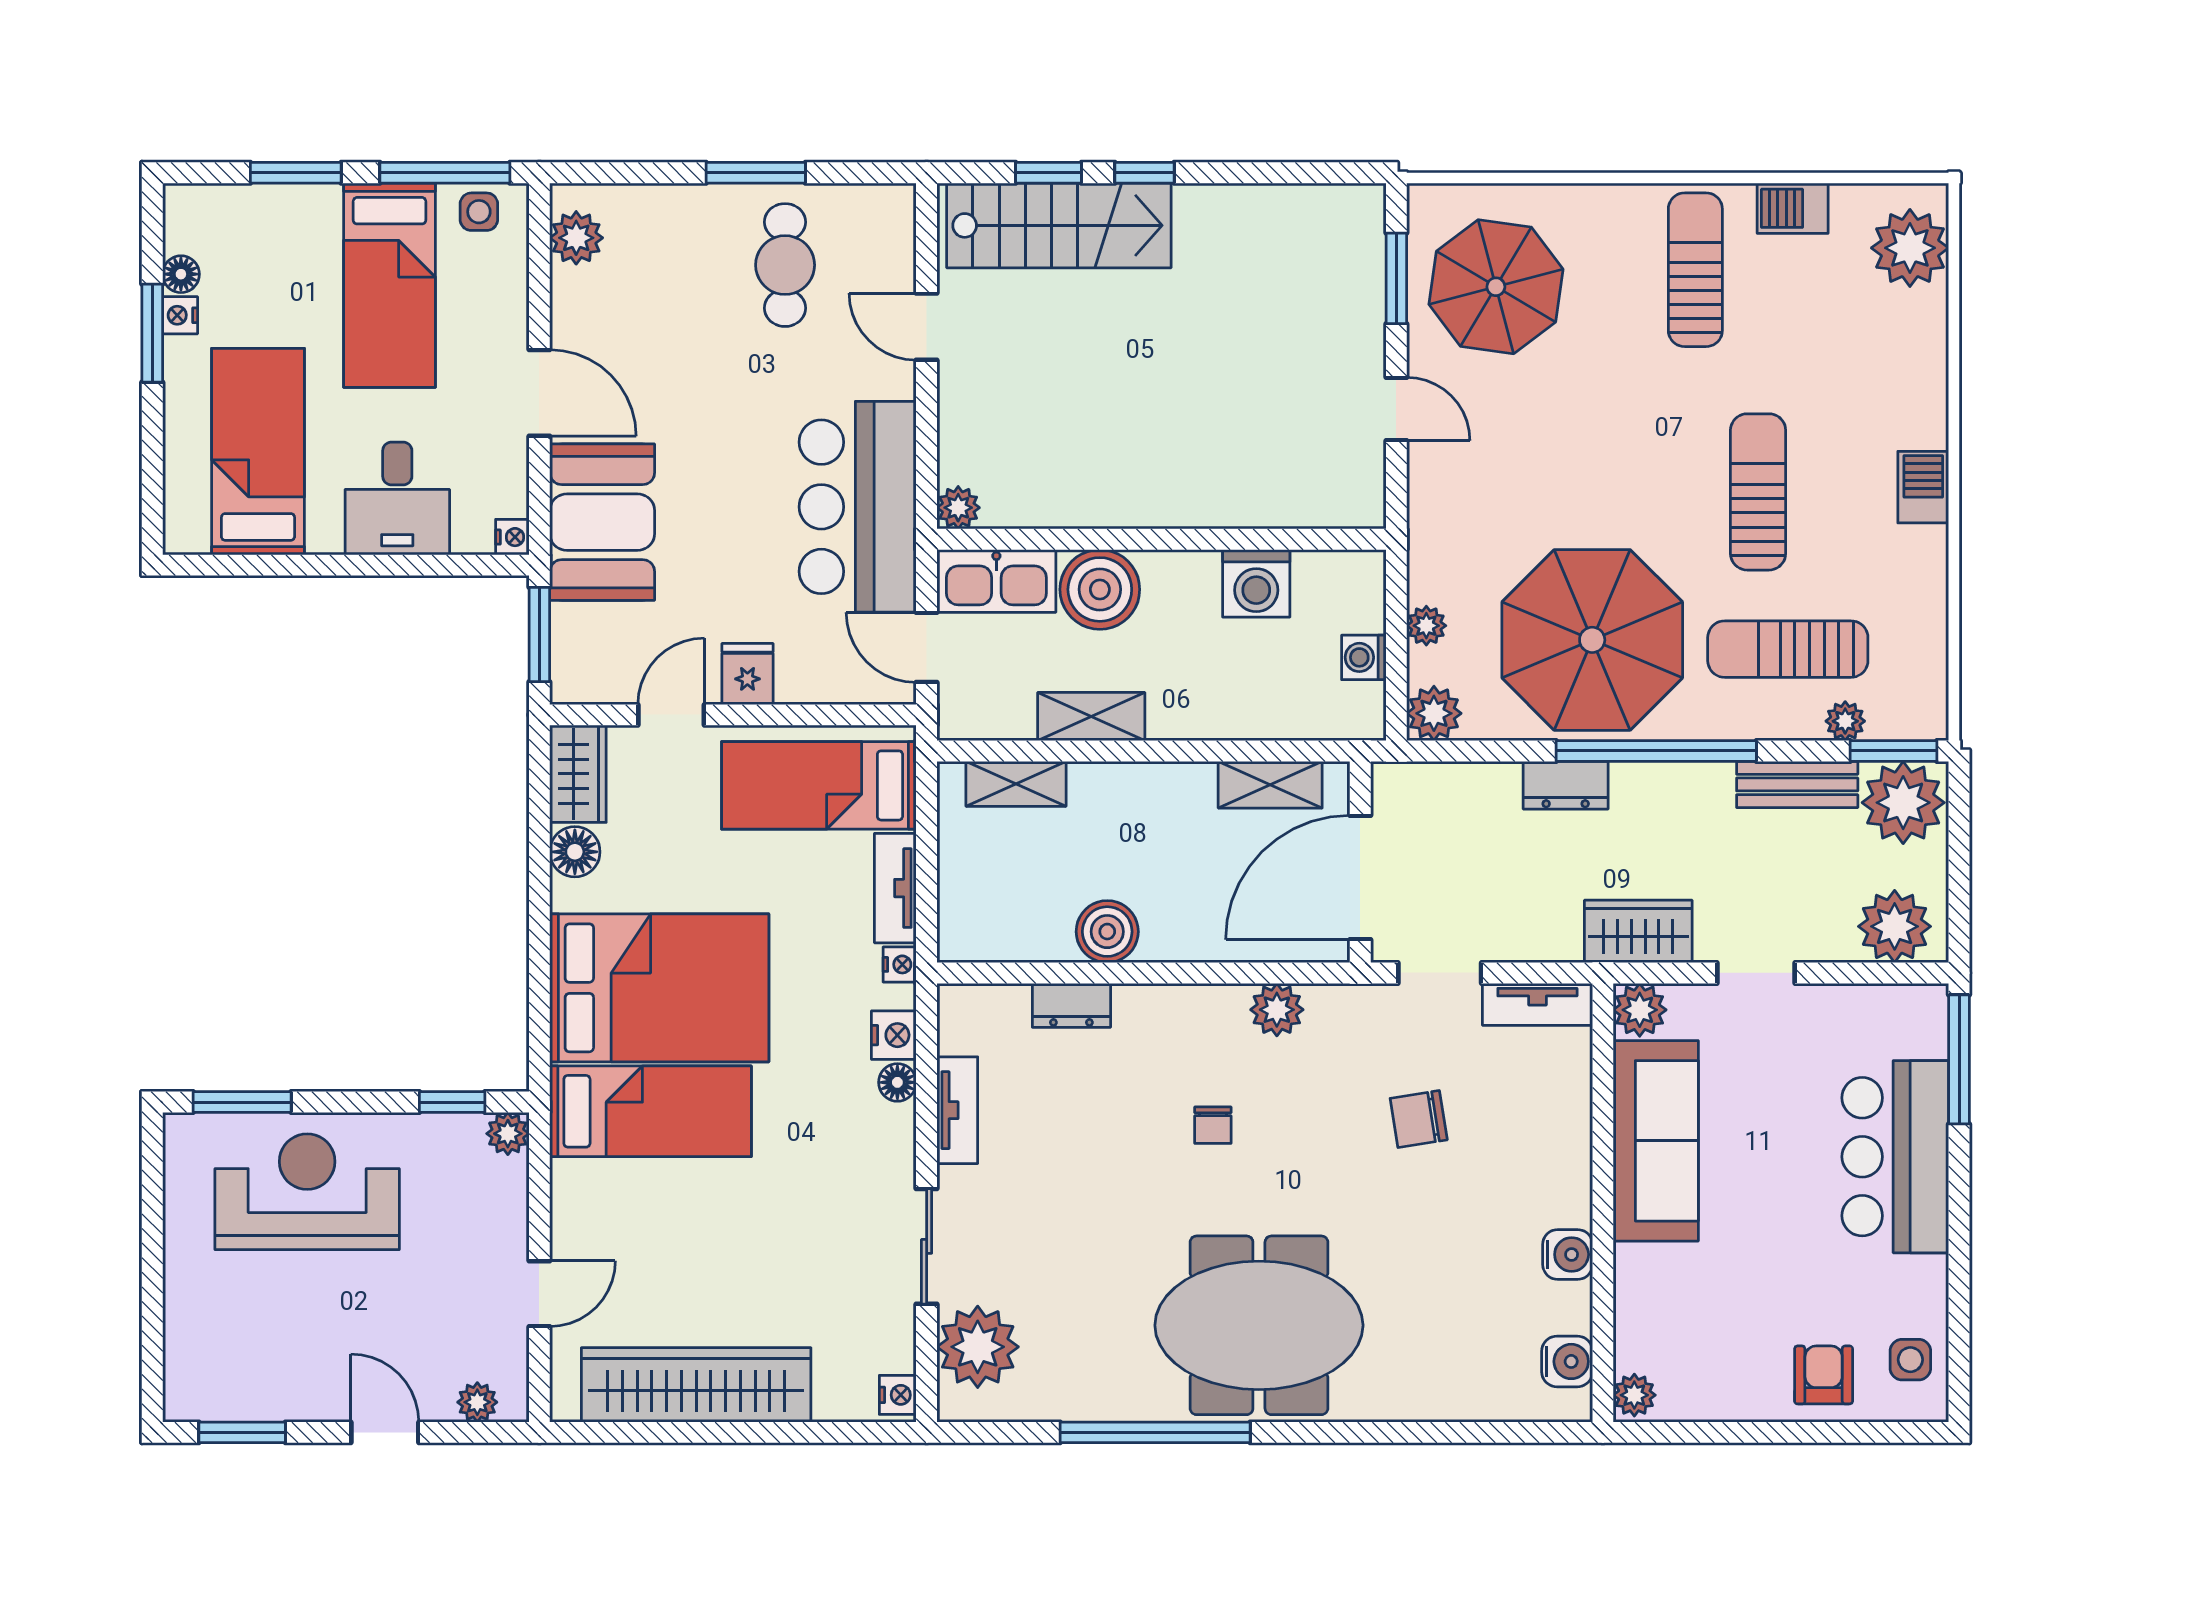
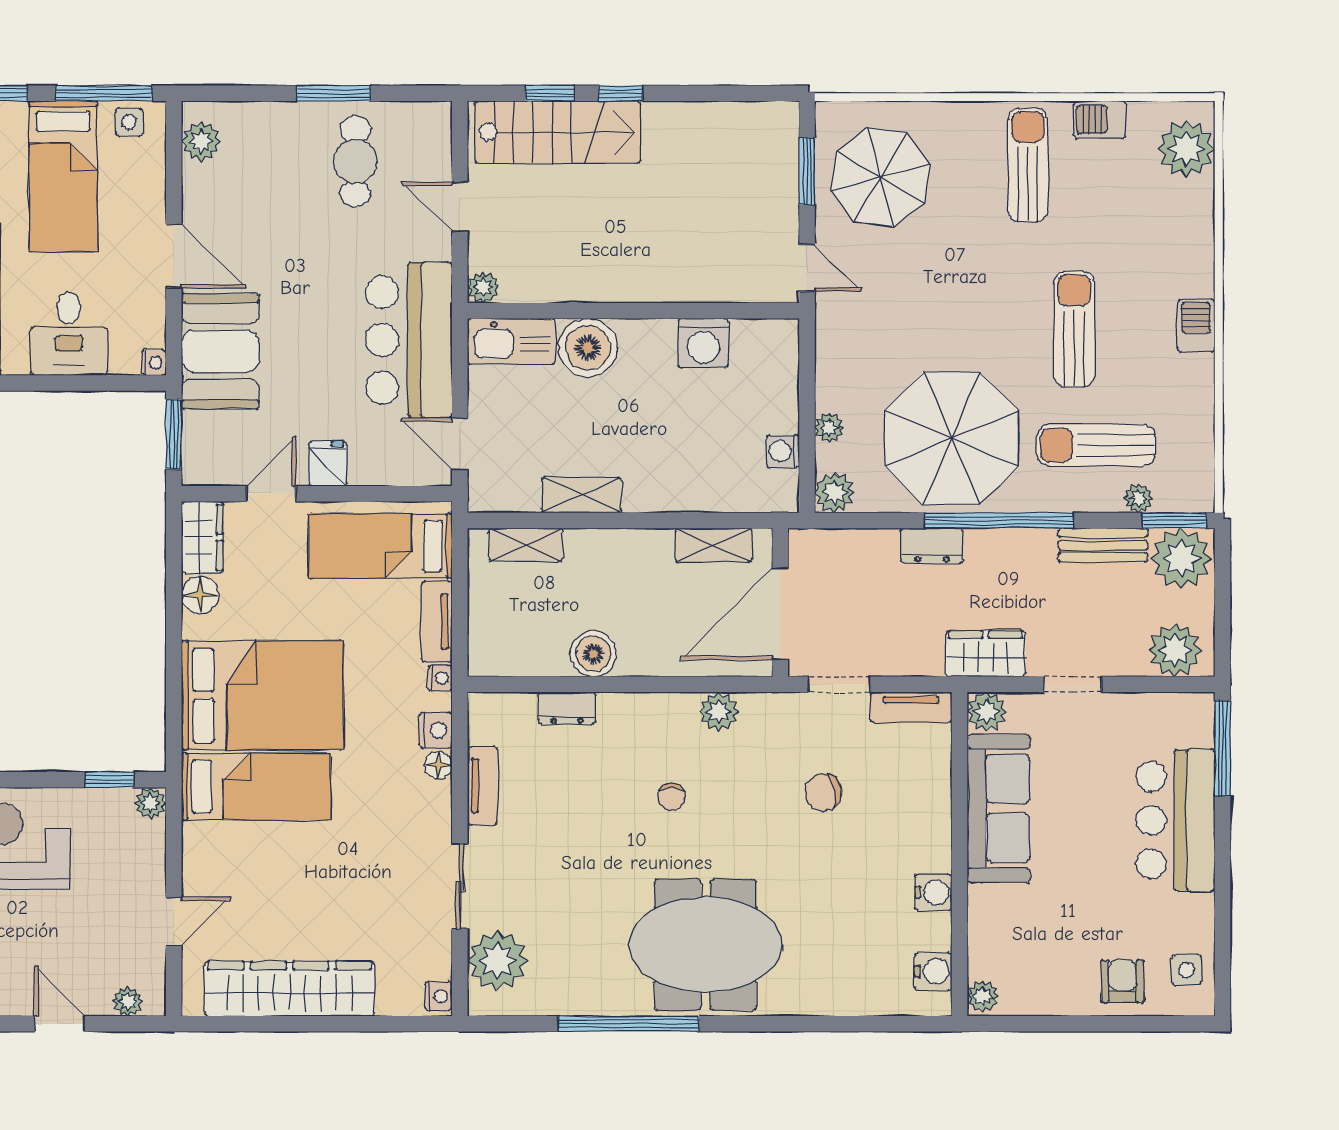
plant: (958, 508) -> (483, 287), moved
wall: (1161, 539) -> (633, 311), moved
kitchen sink: (996, 581) -> (511, 341), moved
washing machine: (1256, 583) -> (703, 343), moved
boiler: (1100, 589) -> (588, 348), moved

